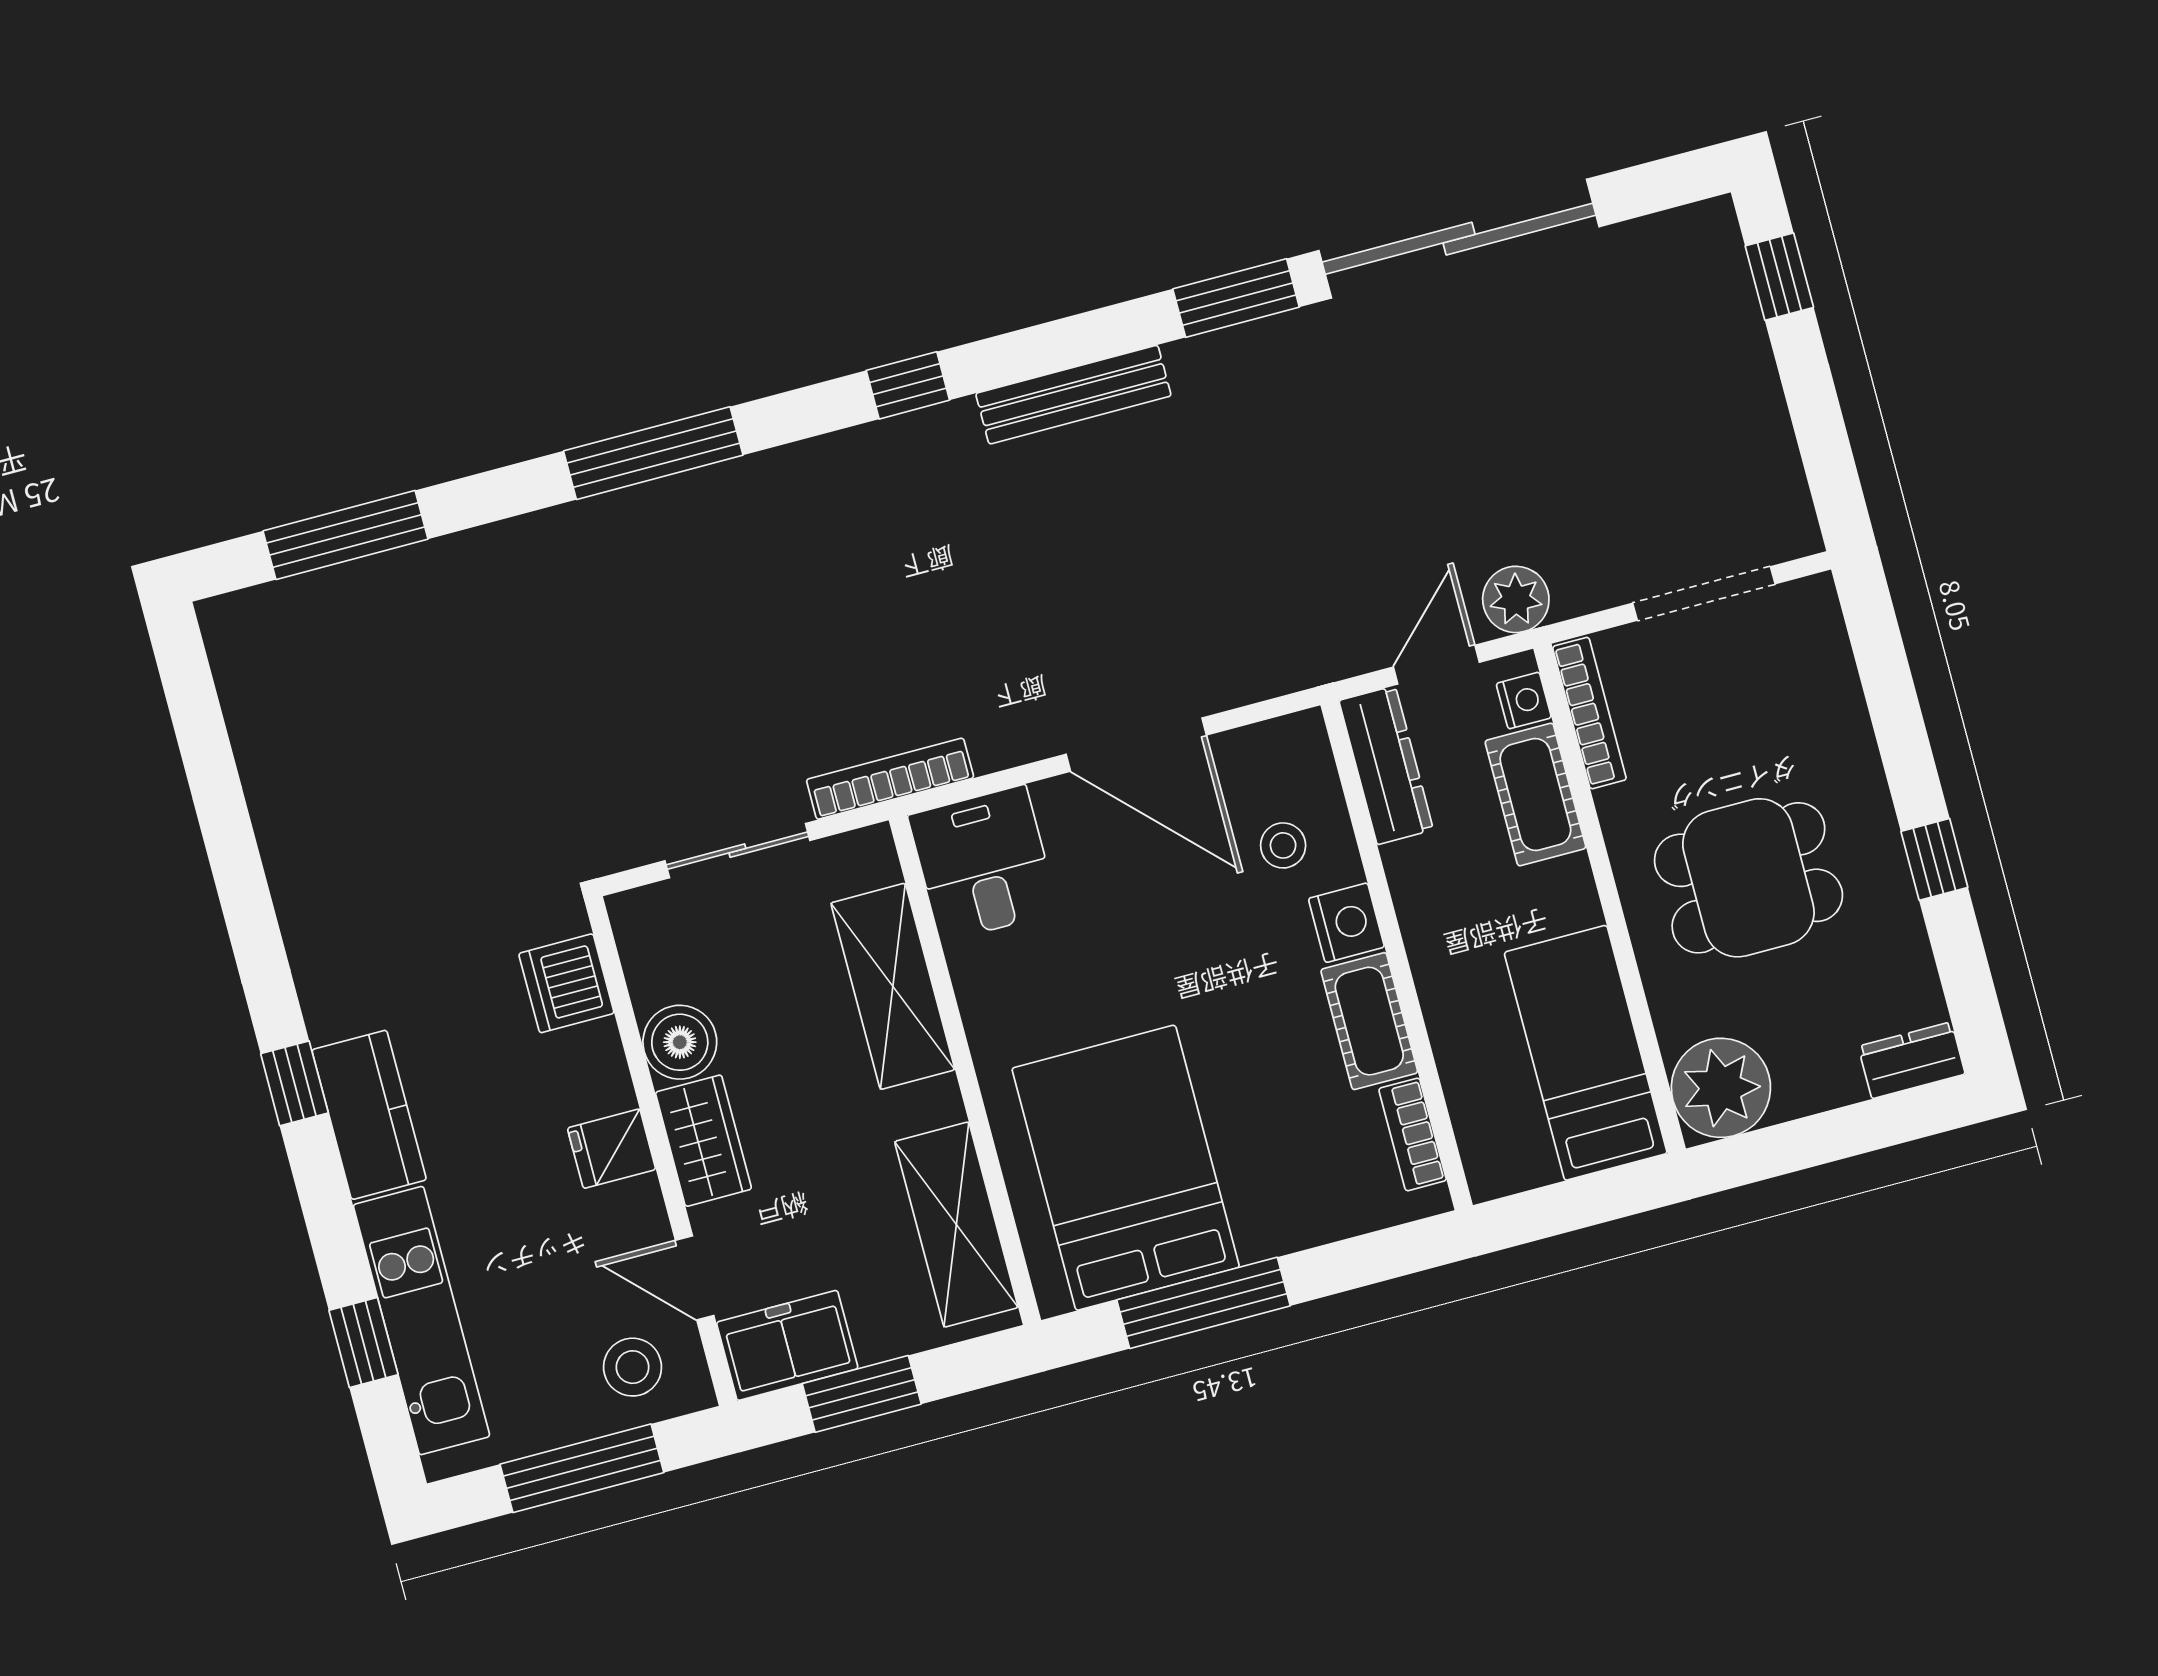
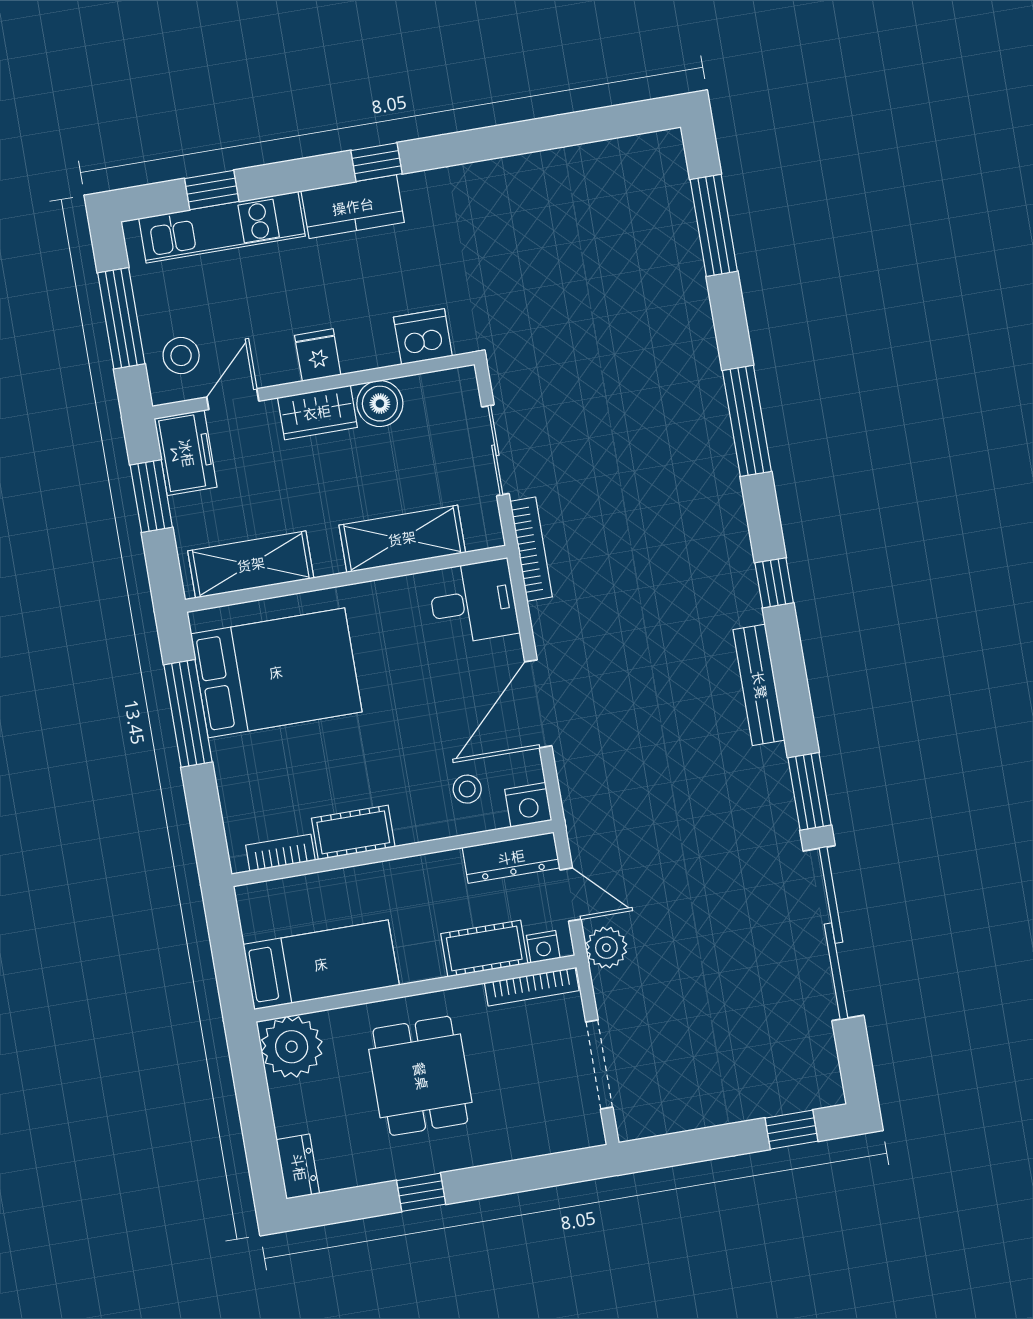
nightstand: (1346, 923) -> (528, 805), moved

